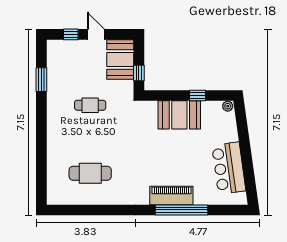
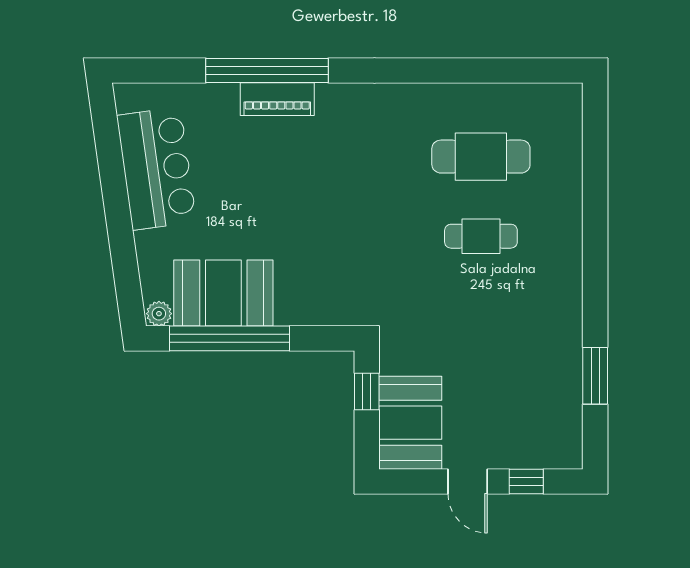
window: (198, 96) -> (230, 338), width x3.17
cafe table: (90, 105) -> (481, 236), moved
booth: (179, 115) -> (223, 293), moved
piano: (171, 195) -> (277, 99), width x0.73, depth x0.75

